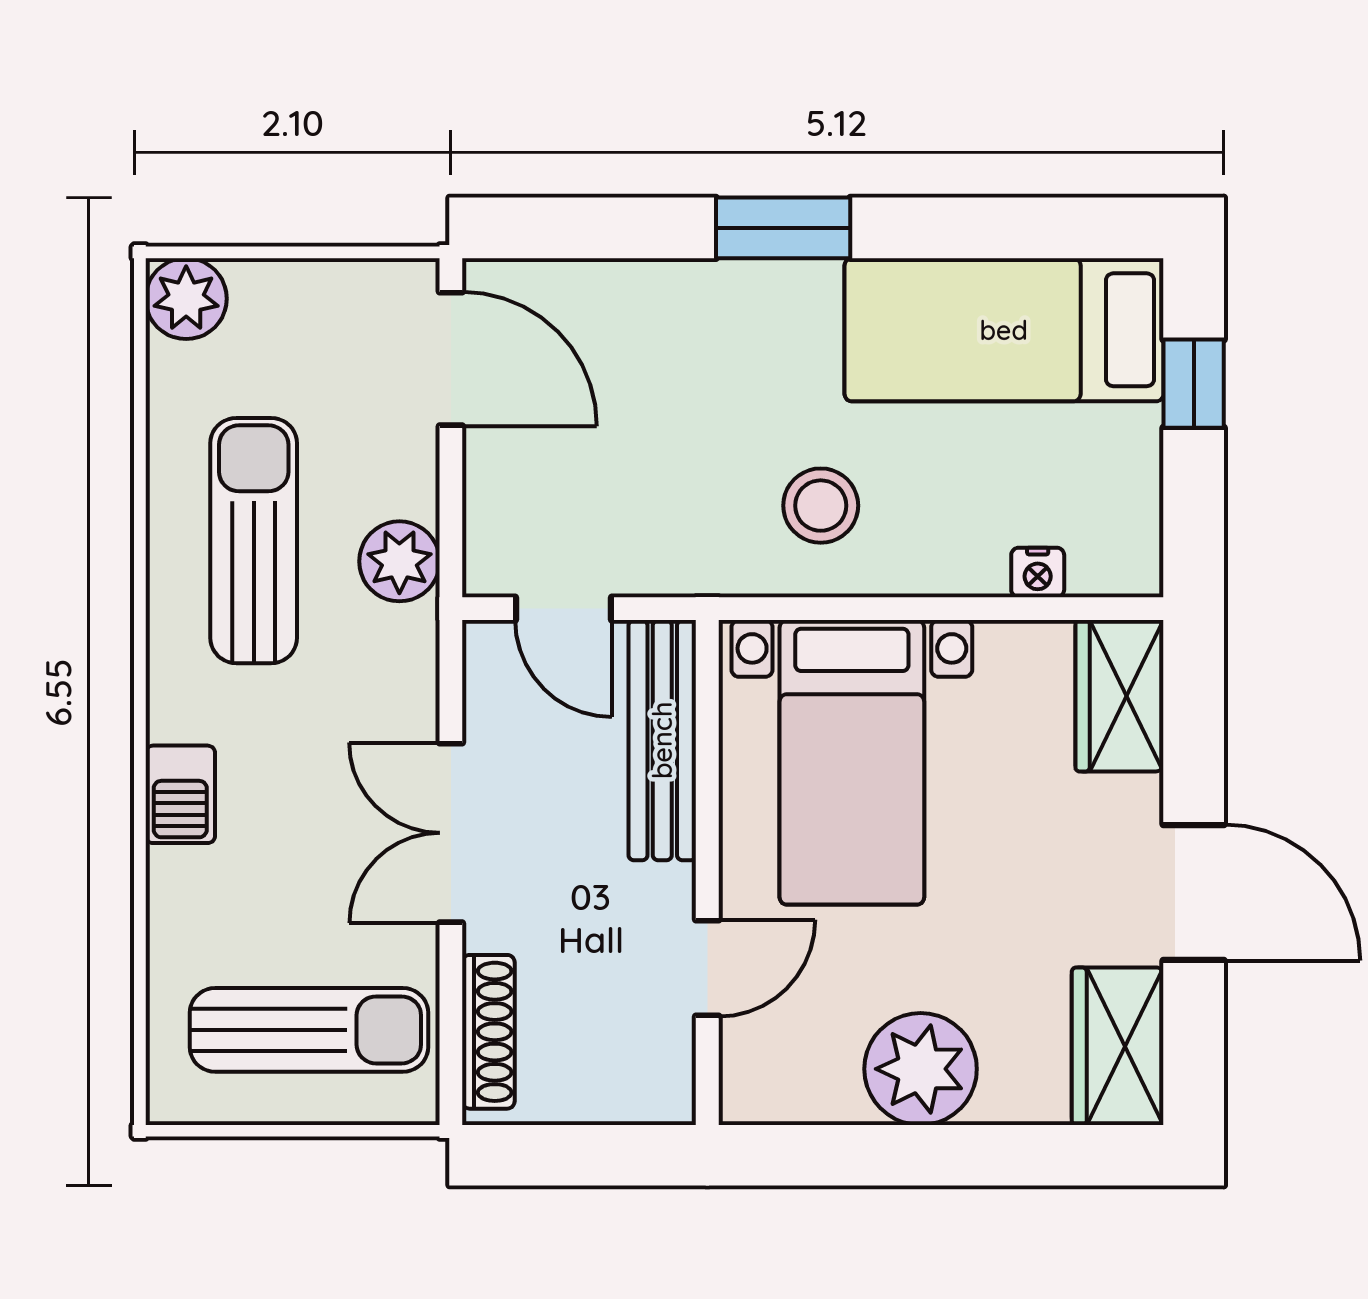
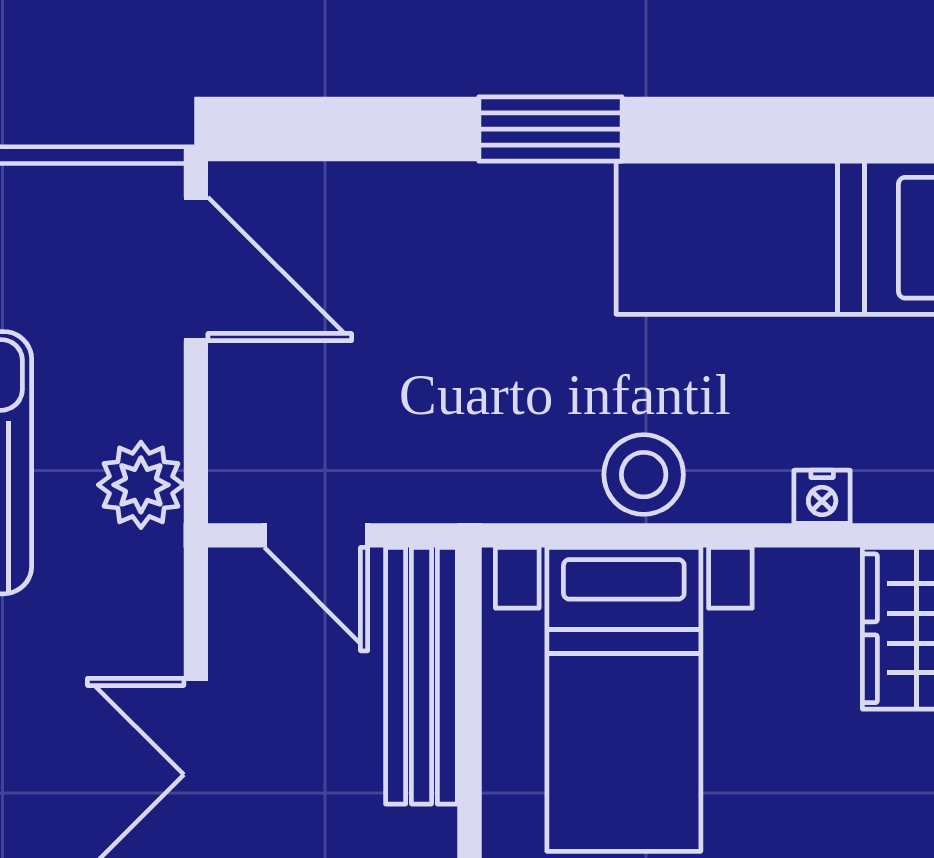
stool: (821, 506) -> (644, 475), moved

